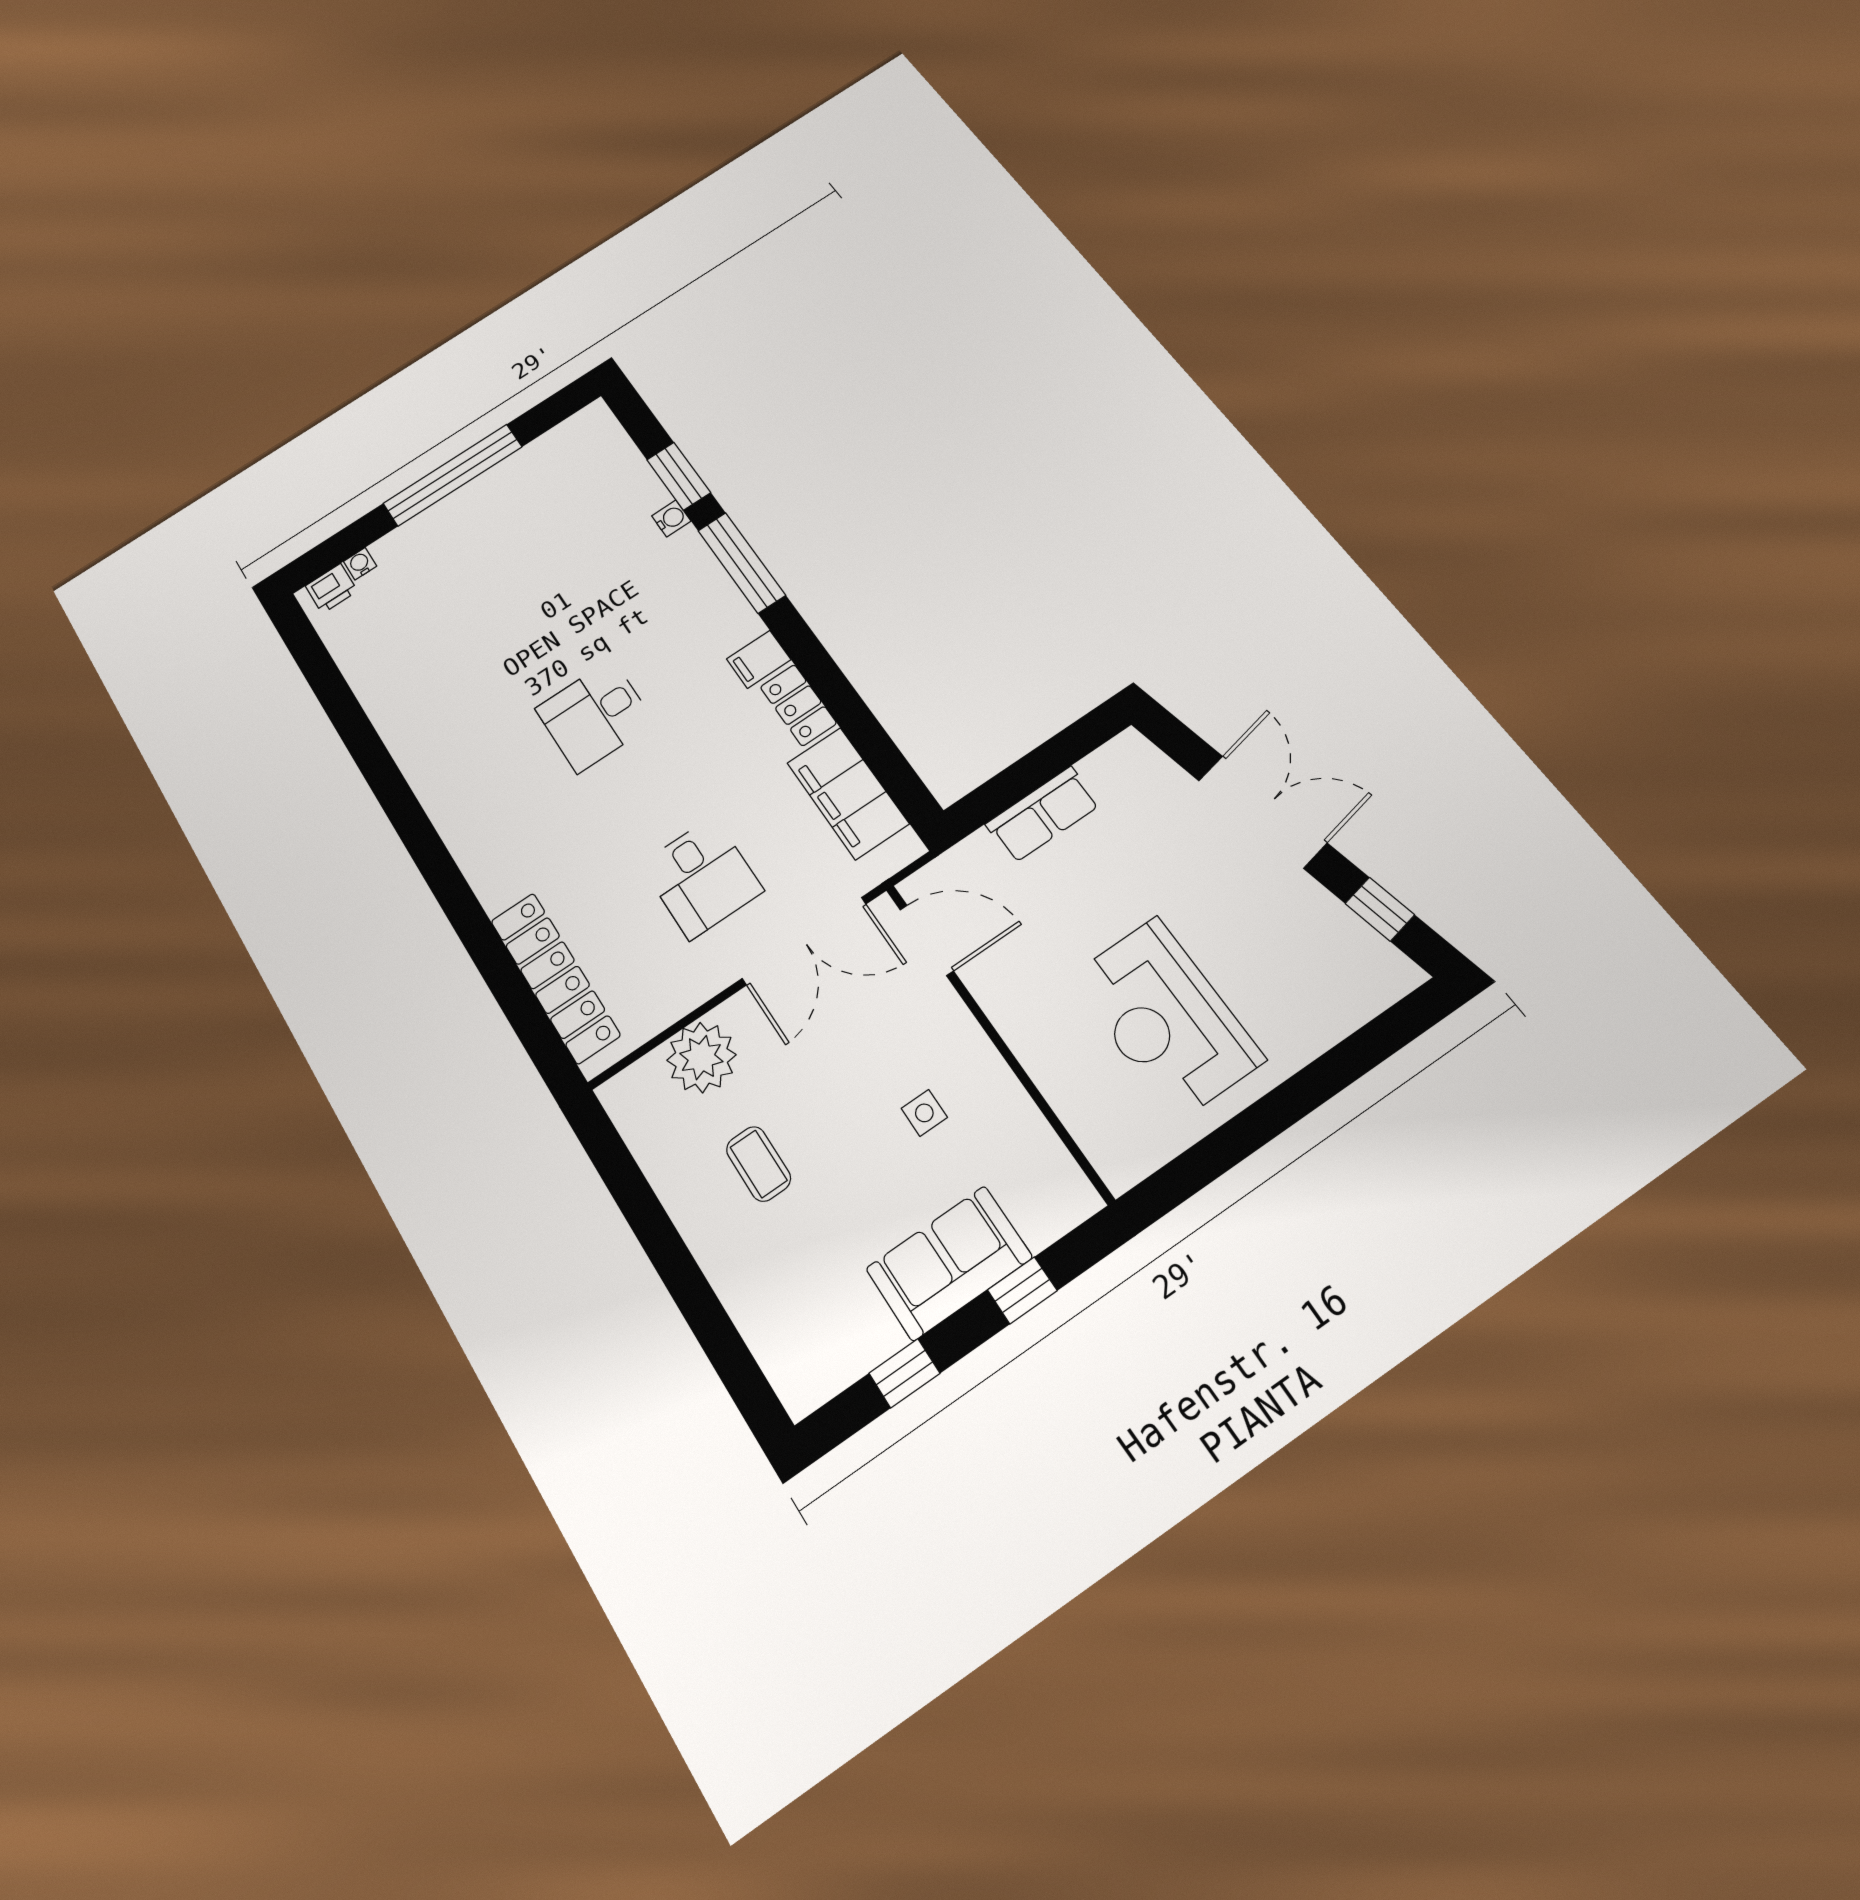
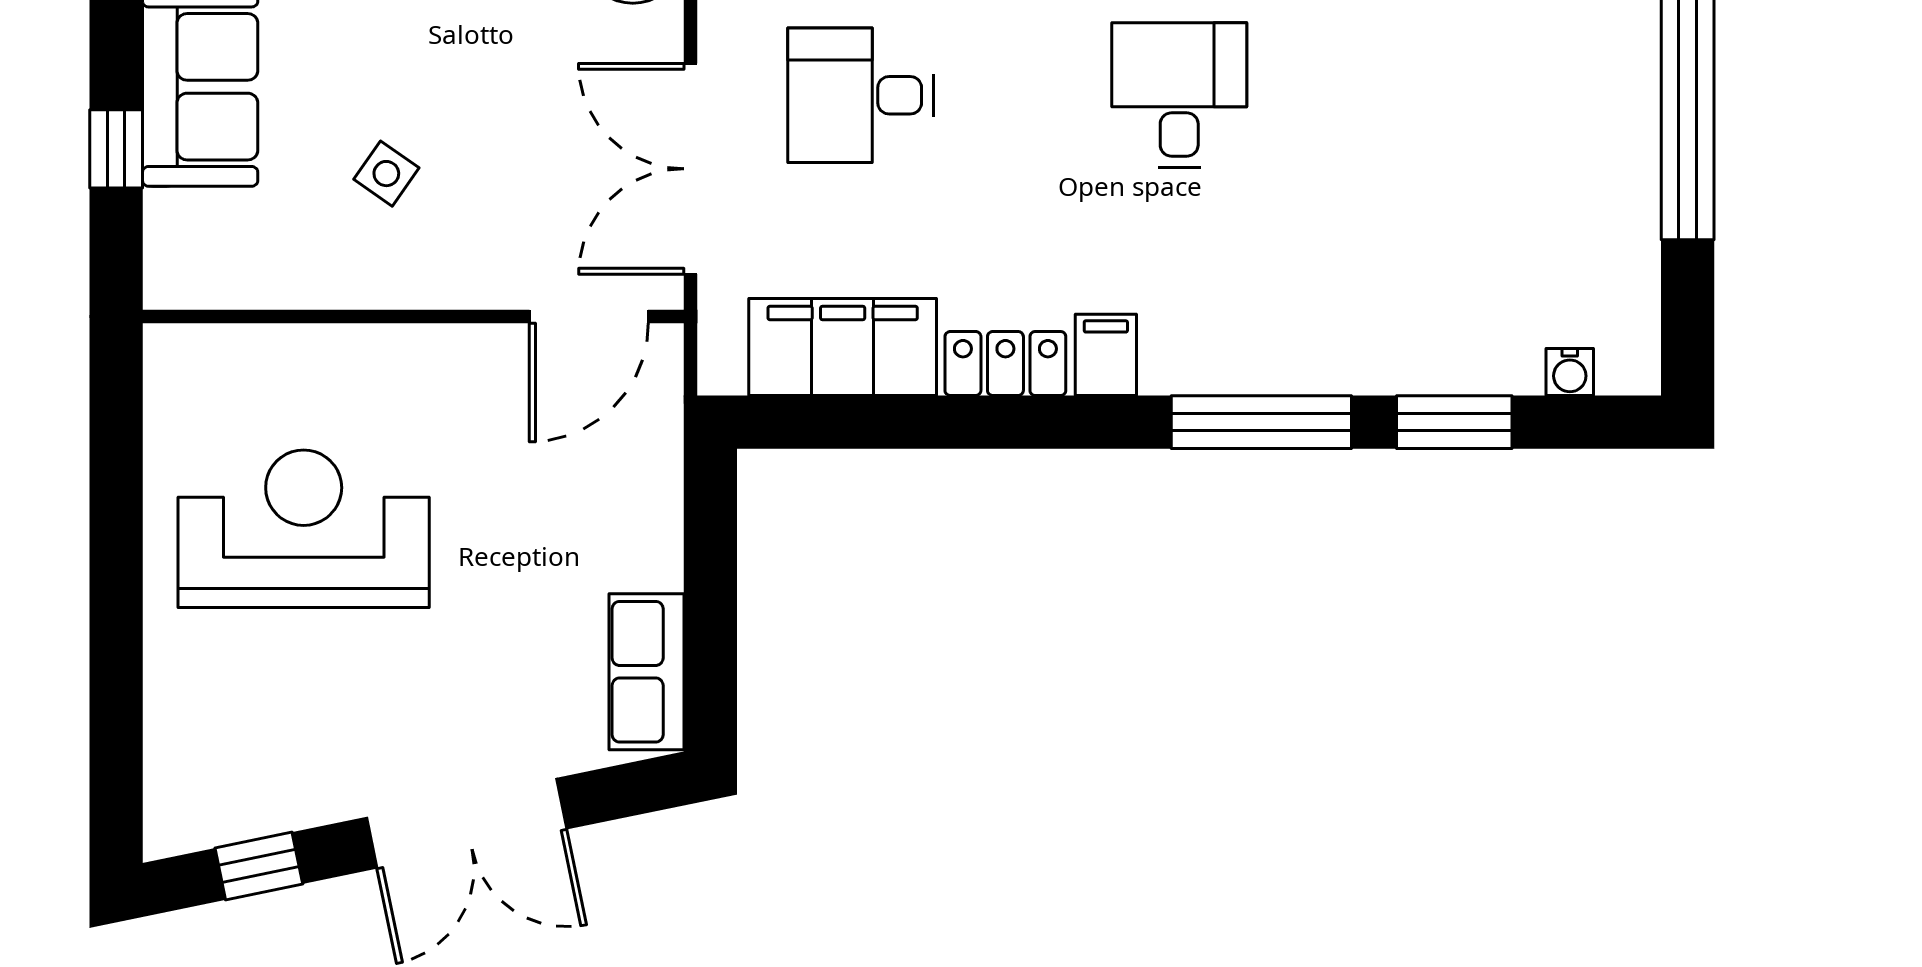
water cooler: (671, 518) -> (1570, 372), moved
row of seats: (1043, 815) -> (647, 672), moved
side table: (924, 1113) -> (386, 174), turned 35

